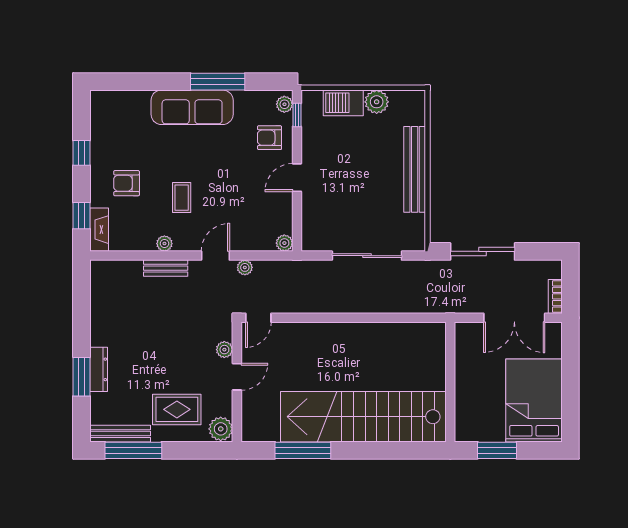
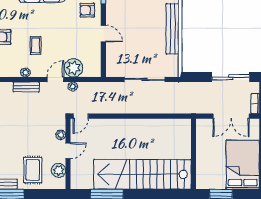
door: (297, 178) -> (103, 34), swing flipped
plant: (284, 243) -> (74, 68), moved, width x1.88, depth x1.88
sliding door: (483, 251) -> (231, 77), moved
rug: (177, 409) -> (33, 170), turned 90
plant: (221, 429) -> (59, 170), moved

